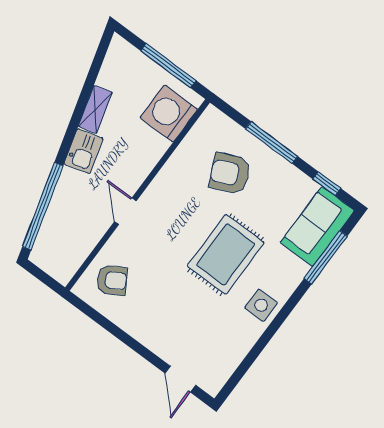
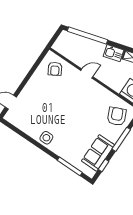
armchair: (230, 174) -> (117, 116), moved
sofa: (317, 226) -> (98, 153), moved, turned -90
rug: (226, 254) -> (69, 120), removed

